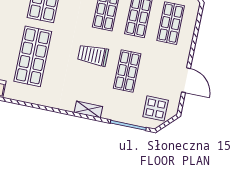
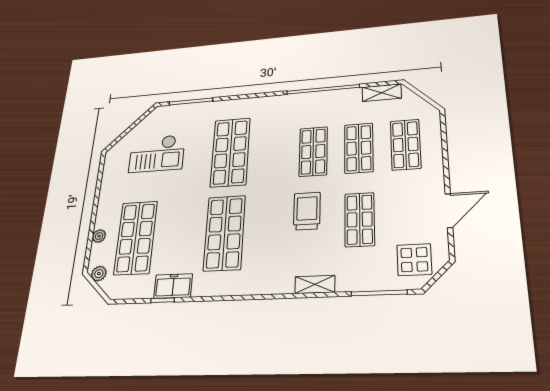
trolley: (93, 55) -> (307, 211), turned 90
door: (186, 80) -> (449, 211), hinge flipped

